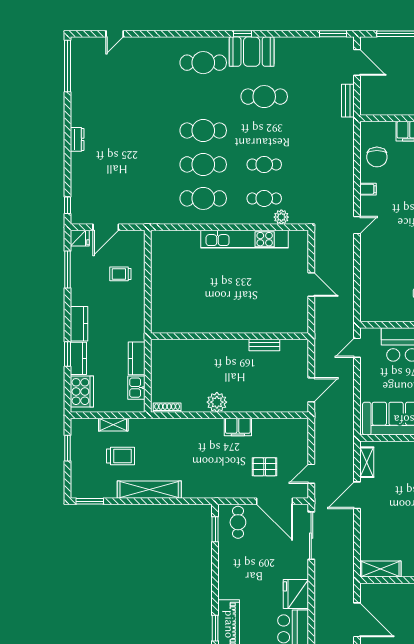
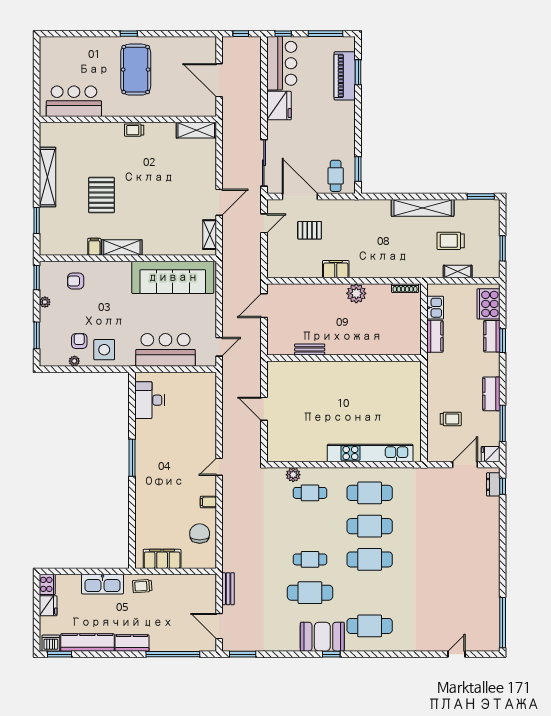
dresser: (77, 139) -> (493, 484), moved
cafe table: (264, 164) -> (310, 559), moved
kitchen unit: (245, 239) -> (370, 453), moved
kitchen counter: (79, 324) -> (491, 394), moved

